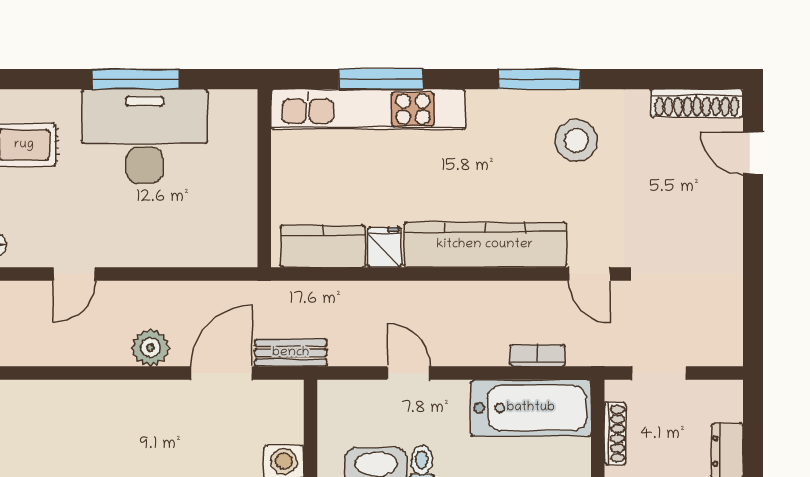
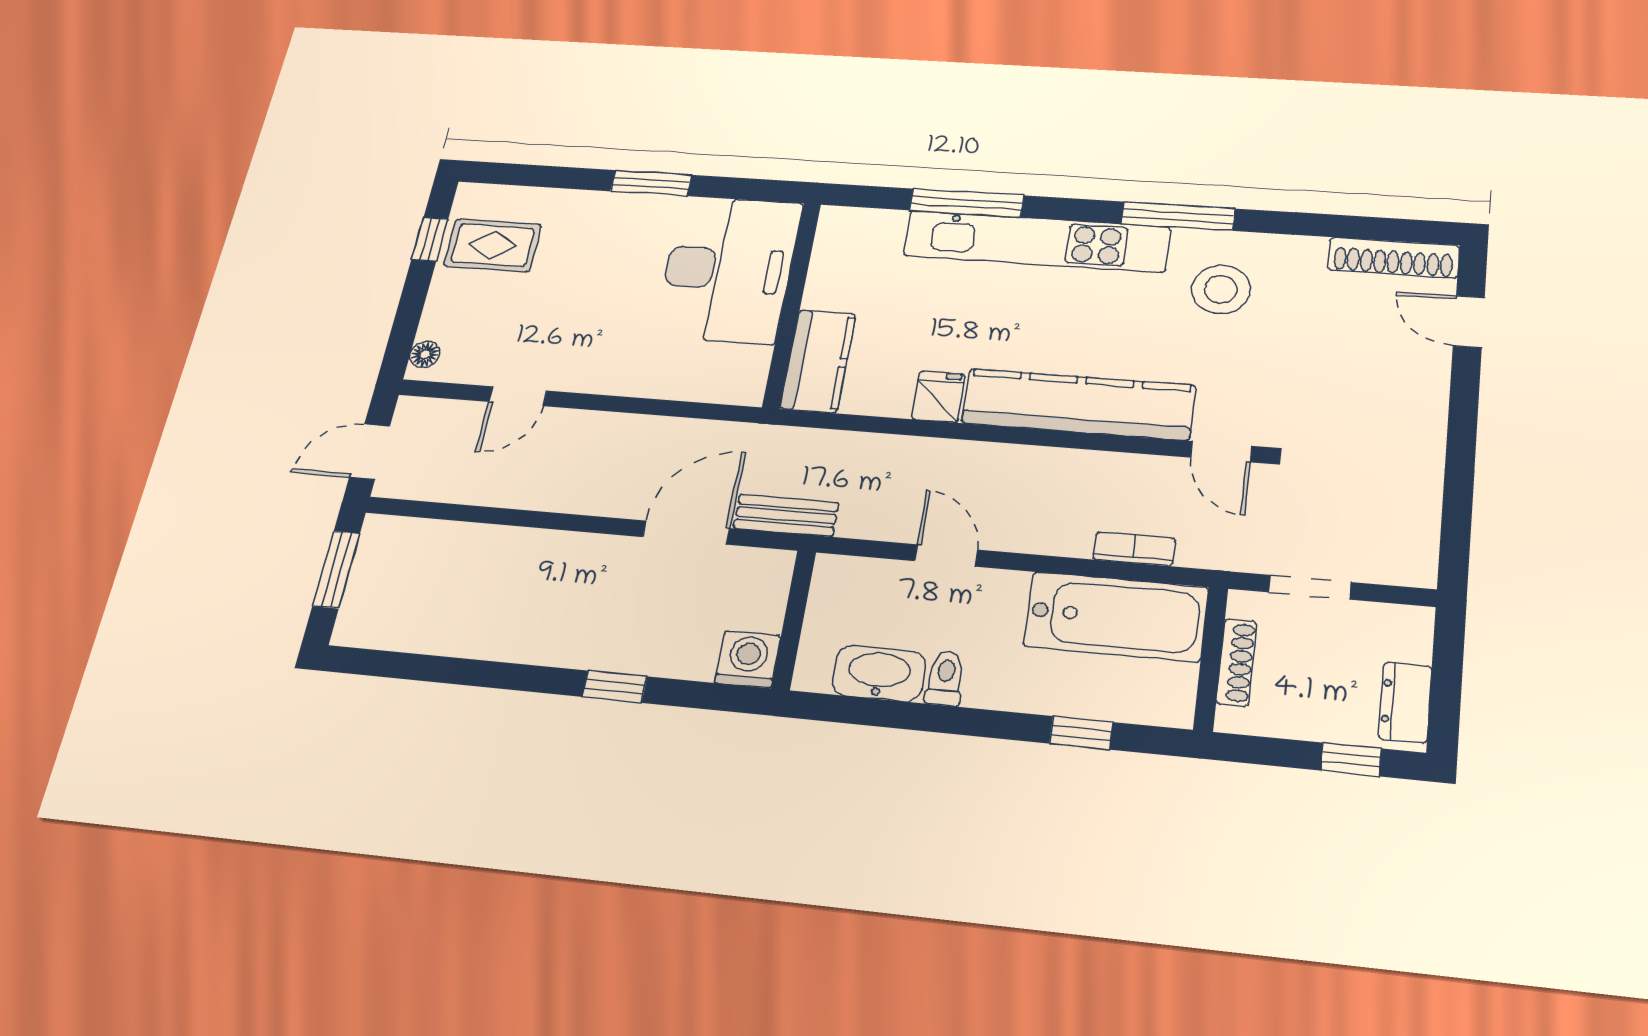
window: (136, 79) -> (651, 183), width x0.69
kitchen unit: (368, 109) -> (1036, 241), moved
desk: (145, 136) -> (728, 269), moved, turned 90
kitchen counter: (323, 246) -> (818, 361), moved, turned 90
plant: (150, 348) -> (597, 493), removed

